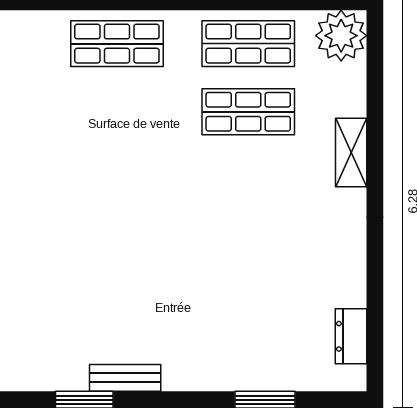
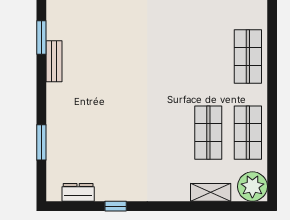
shelving: (351, 153) -> (211, 192), moved
window: (375, 272) -> (116, 206), added

